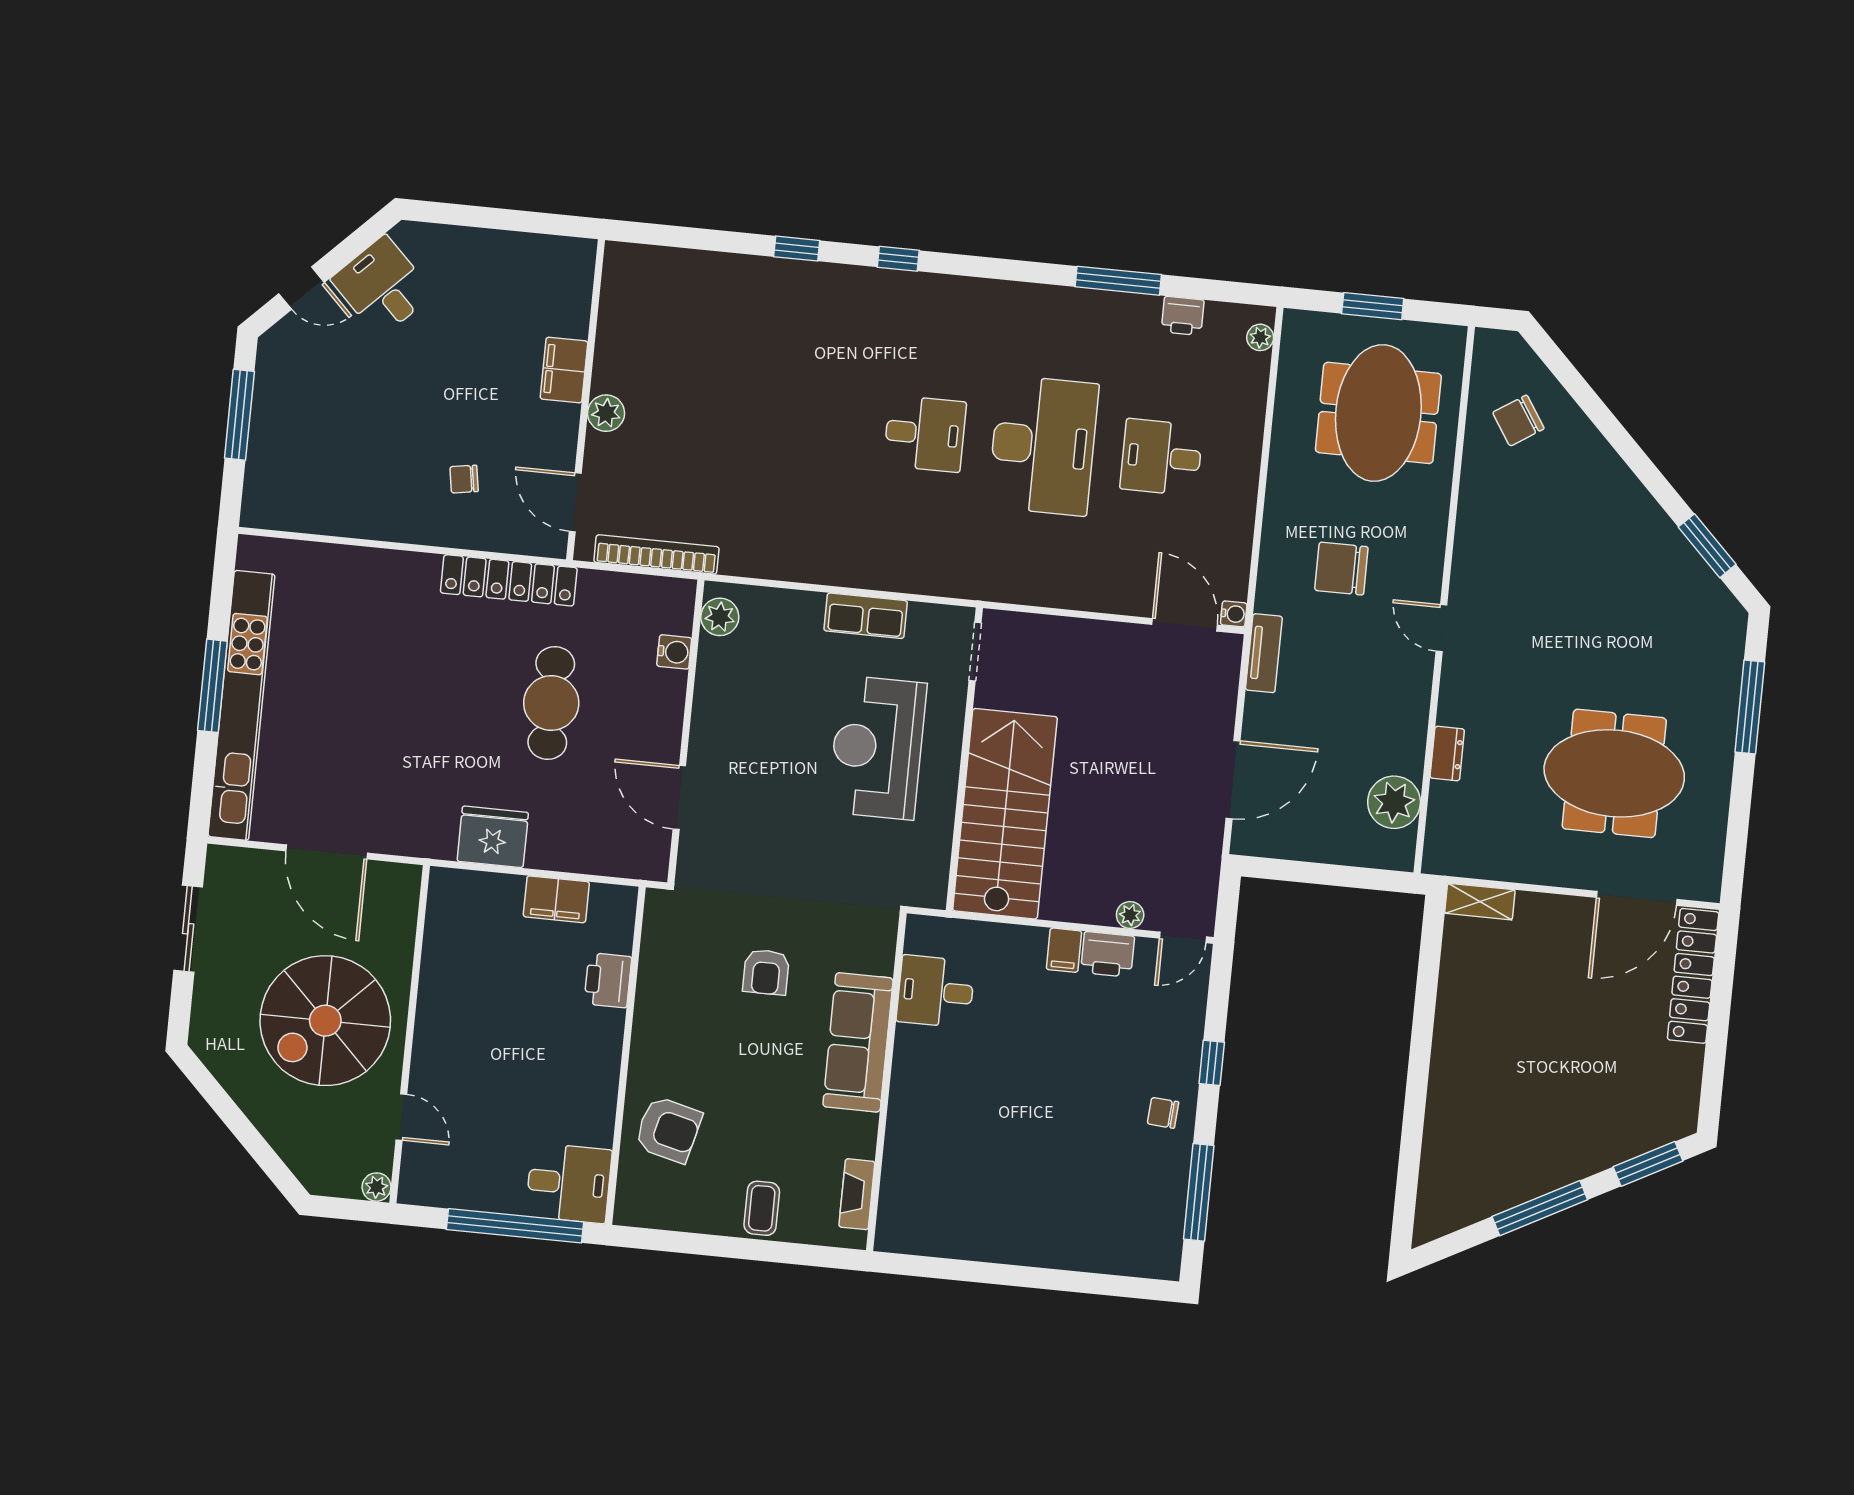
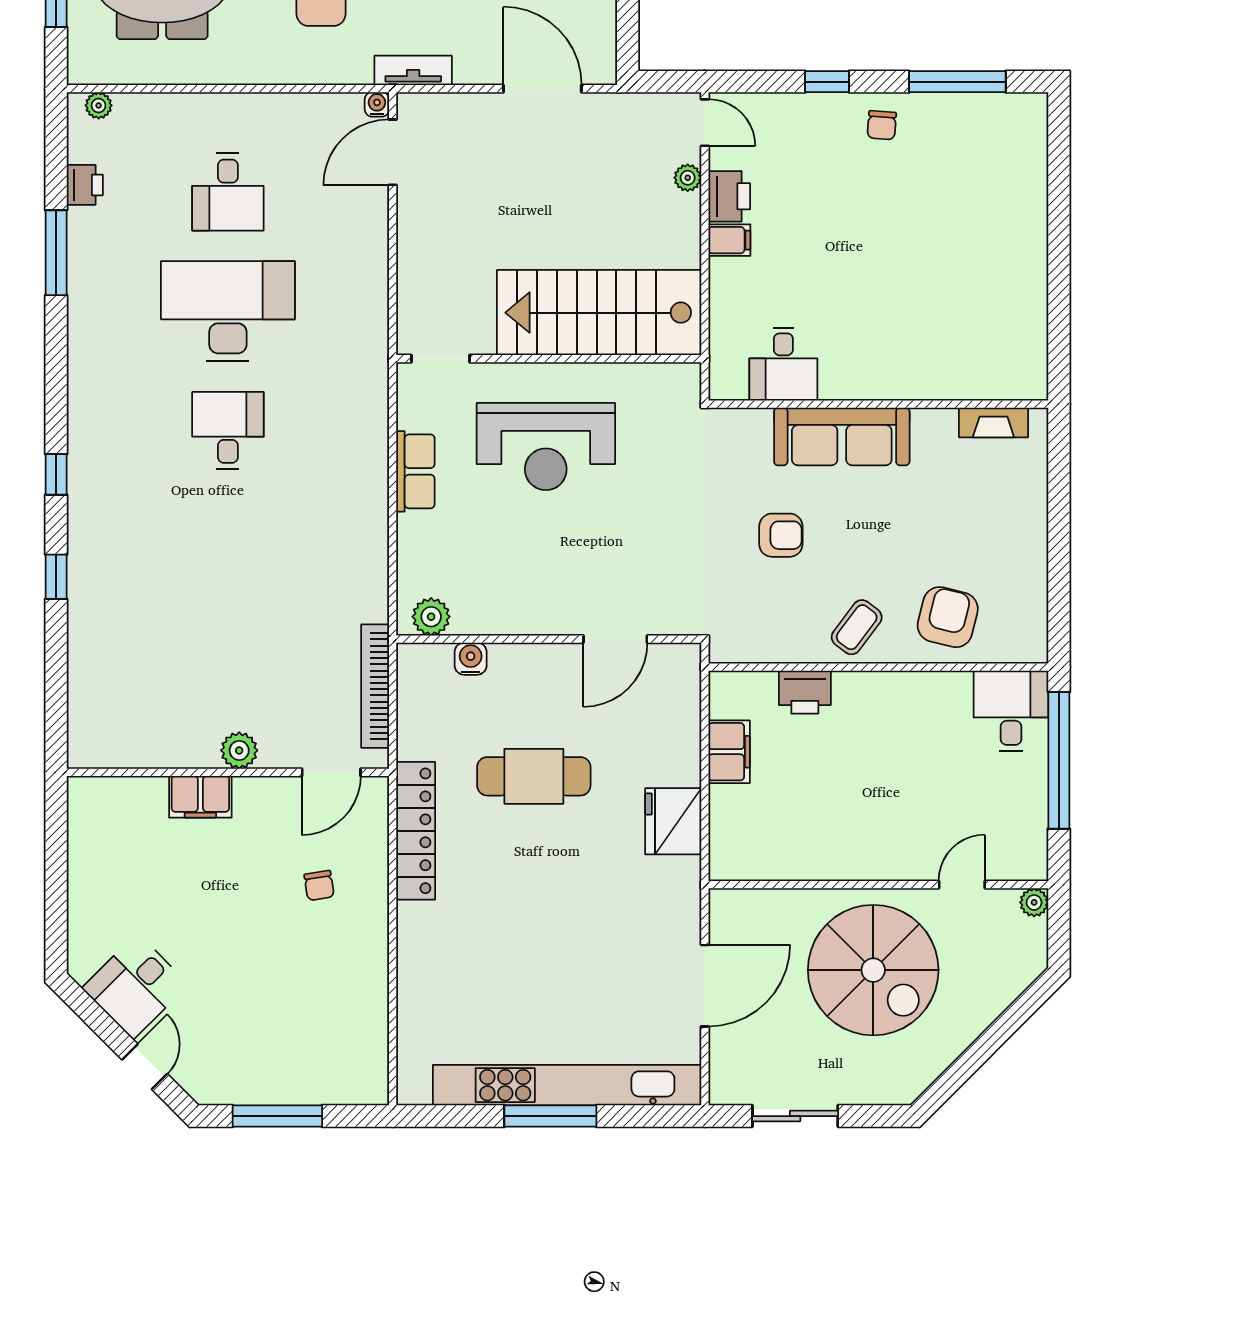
coffee table: (762, 1208) -> (857, 627), moved, turned -53

